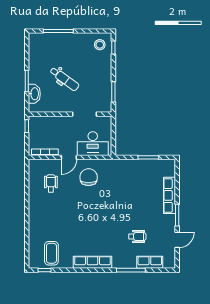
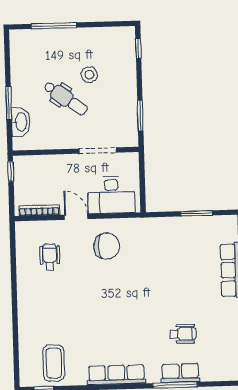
stool: (100, 45) -> (89, 75), moved
door: (69, 157) -> (76, 217), swing flipped
chair: (89, 177) -> (107, 246), turned 90
row of seats: (150, 262) -> (180, 373), moved

